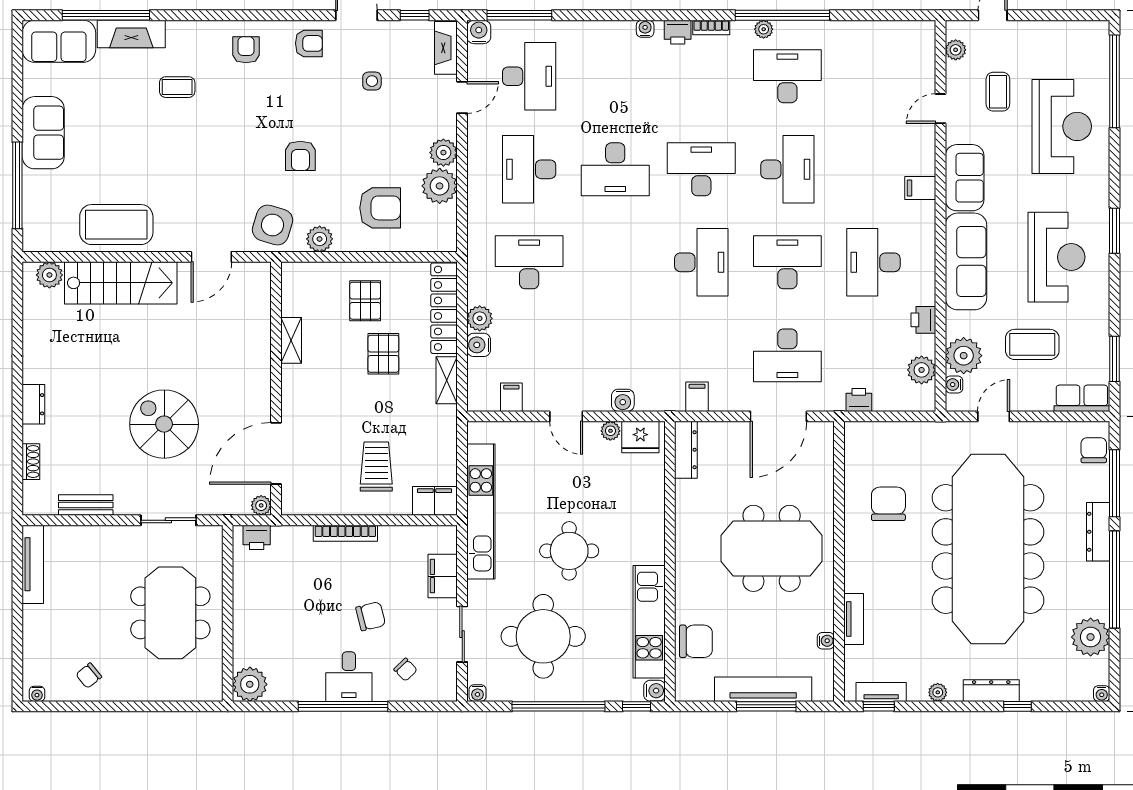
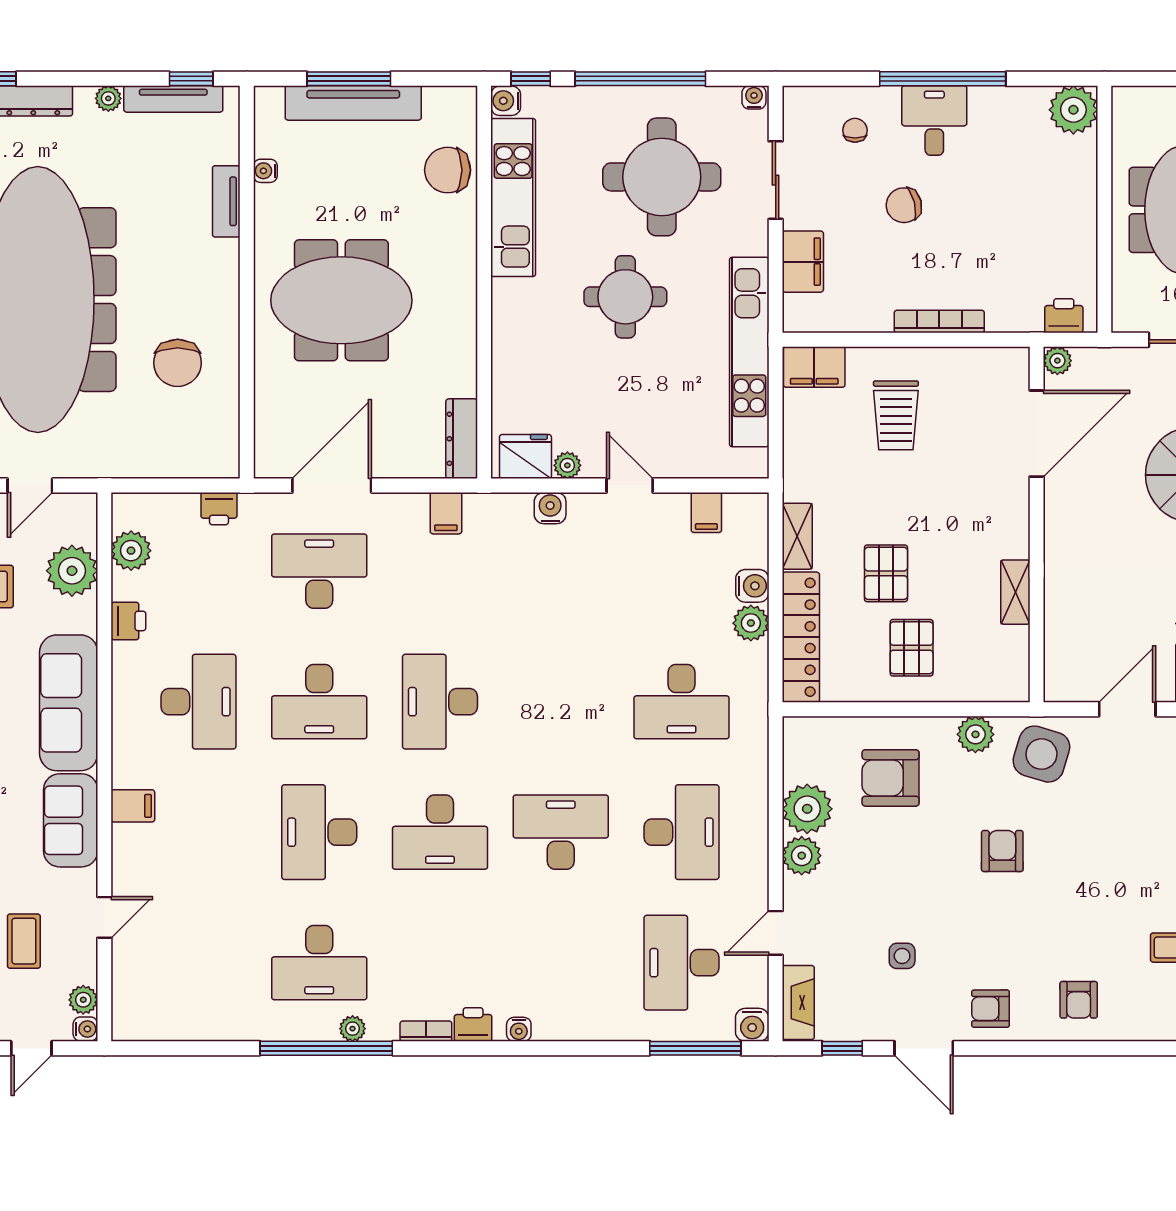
water cooler: (954, 385) -> (85, 1029), moved
chair: (405, 670) -> (855, 130), turned 44
tv unit: (881, 692) -> (173, 99), width x1.41

